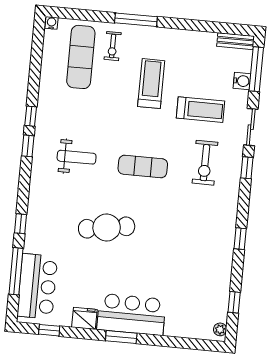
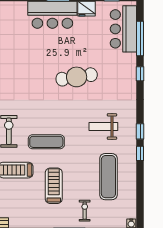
exercise mat: (81, 57) -> (108, 177), moved
treadmill: (151, 84) -> (54, 186), turned 180
exercise mat: (143, 166) -> (46, 142), moved

